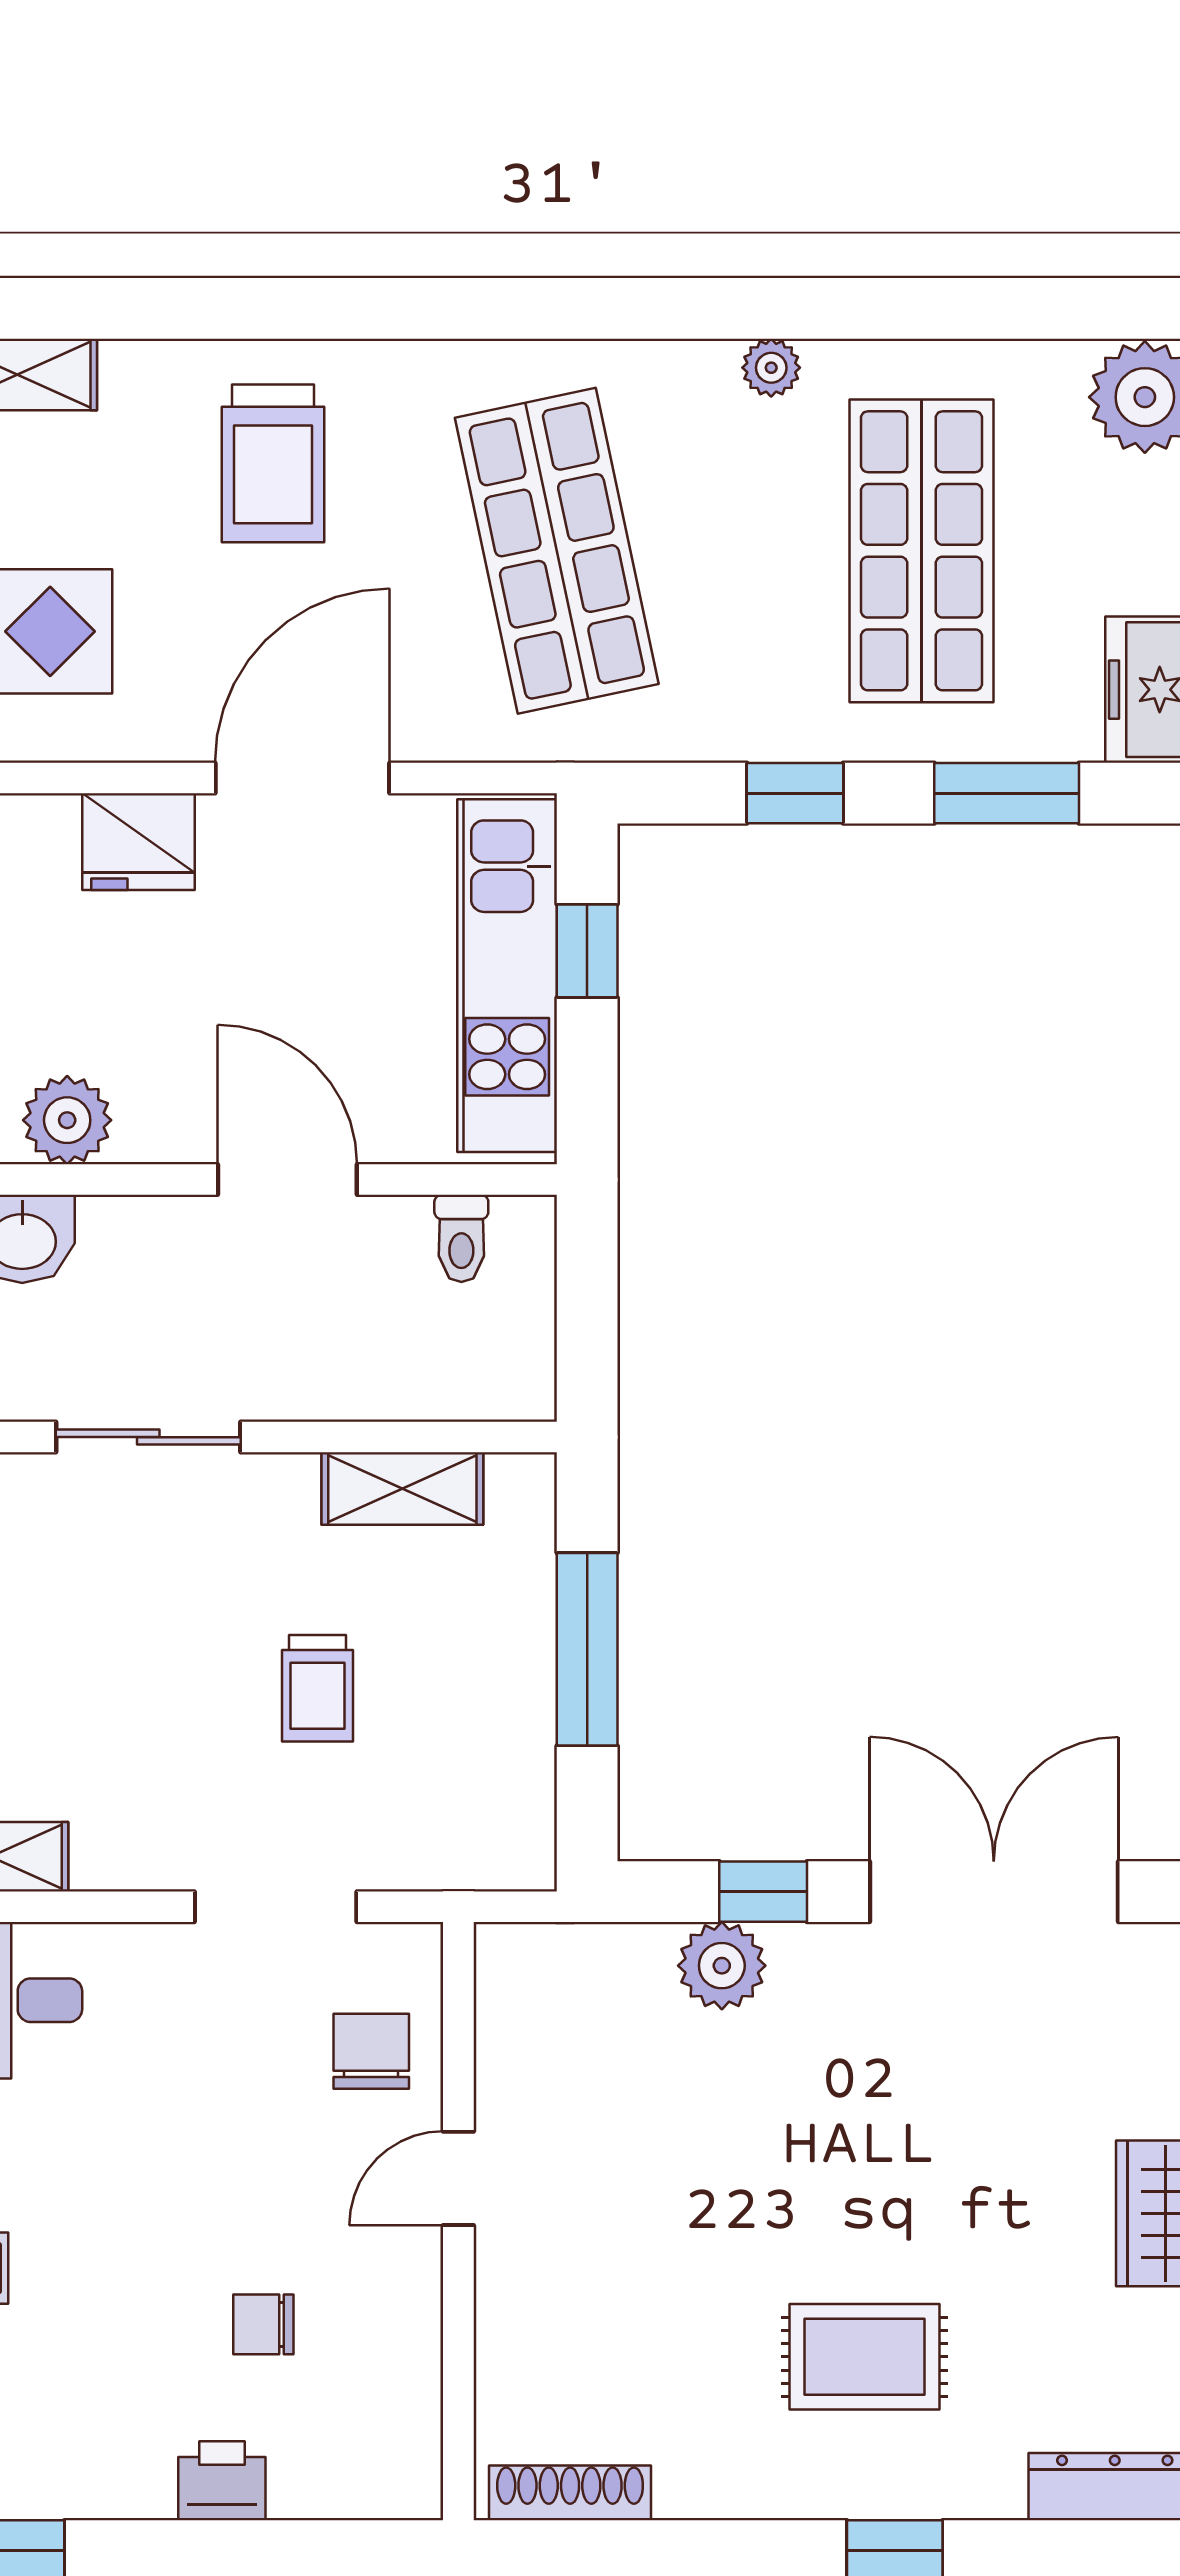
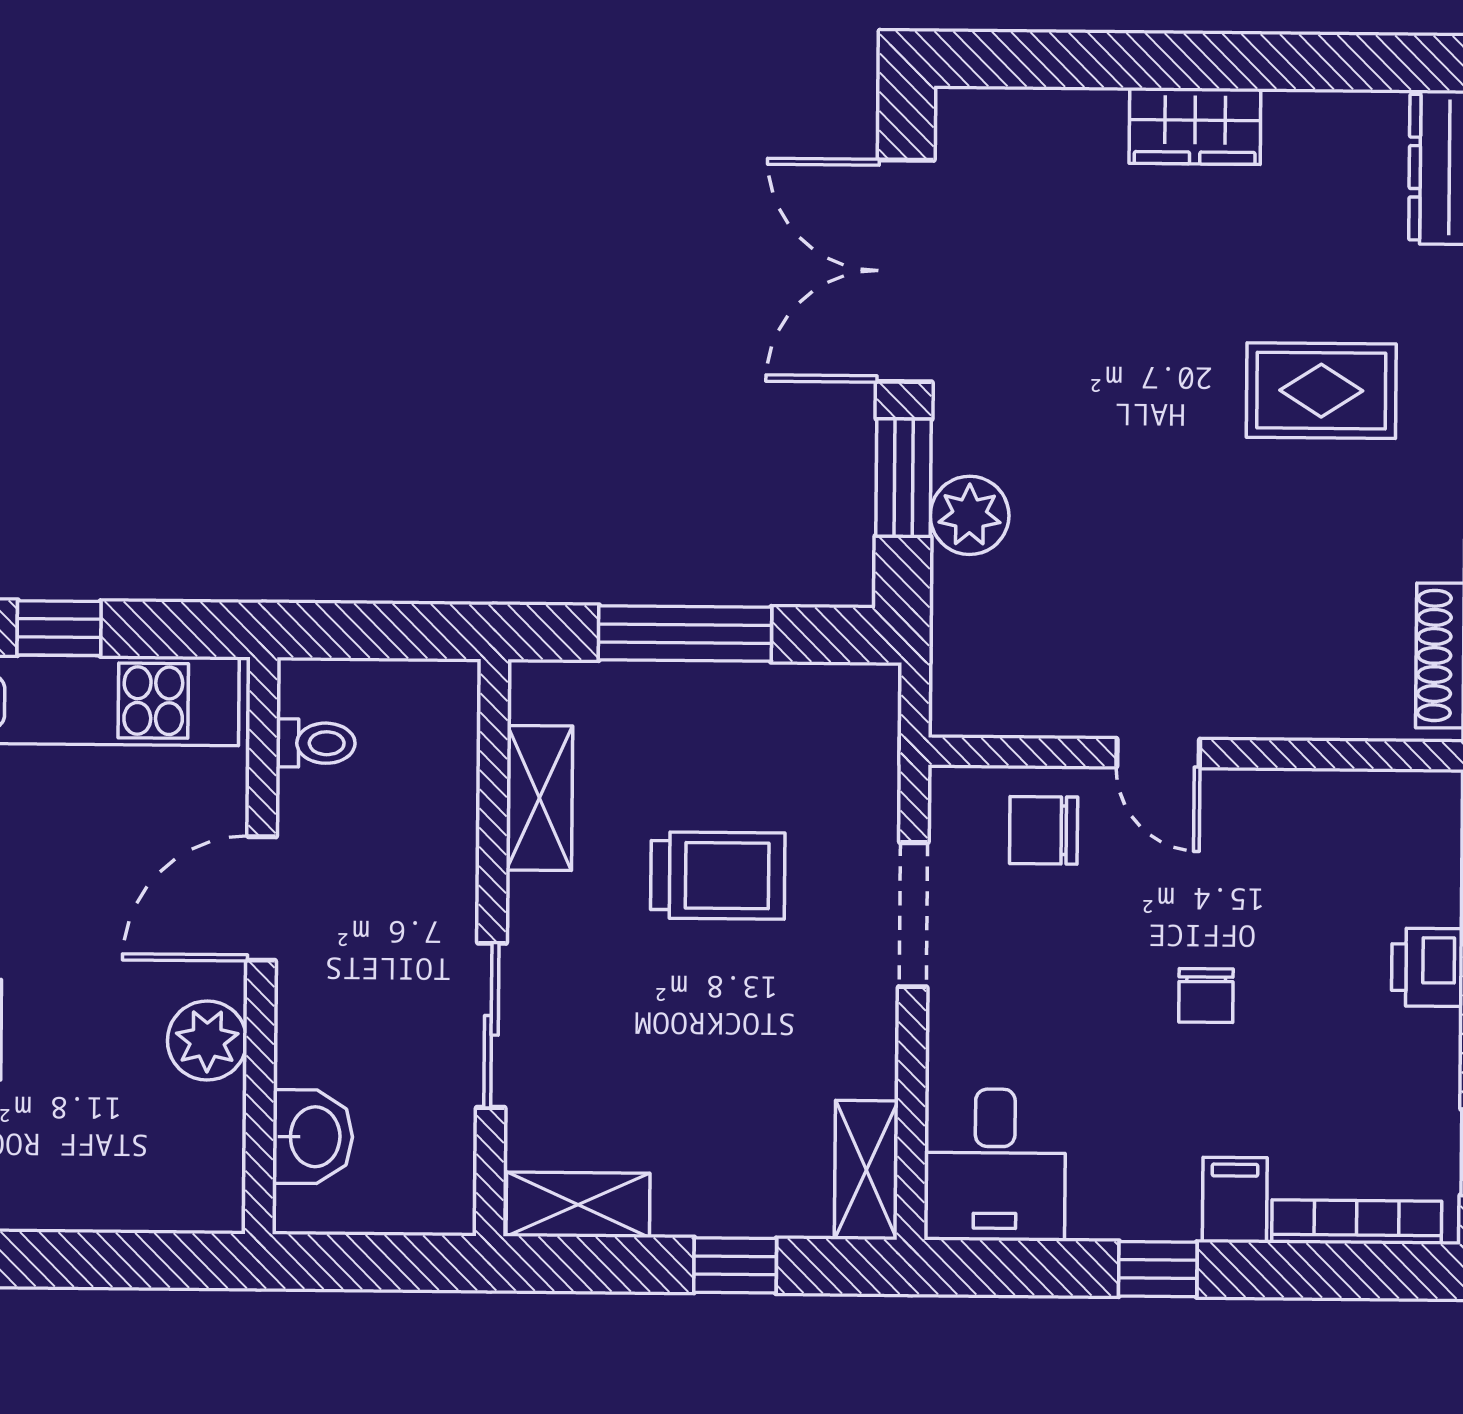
plant: (67, 1120) -> (207, 1040), moved
trolley: (317, 1688) -> (718, 876), width x1.36, depth x1.39
window: (763, 1892) -> (903, 478), width x1.50
chair: (263, 2324) -> (1206, 995), moved
rug: (864, 2357) -> (1321, 391), turned 90

